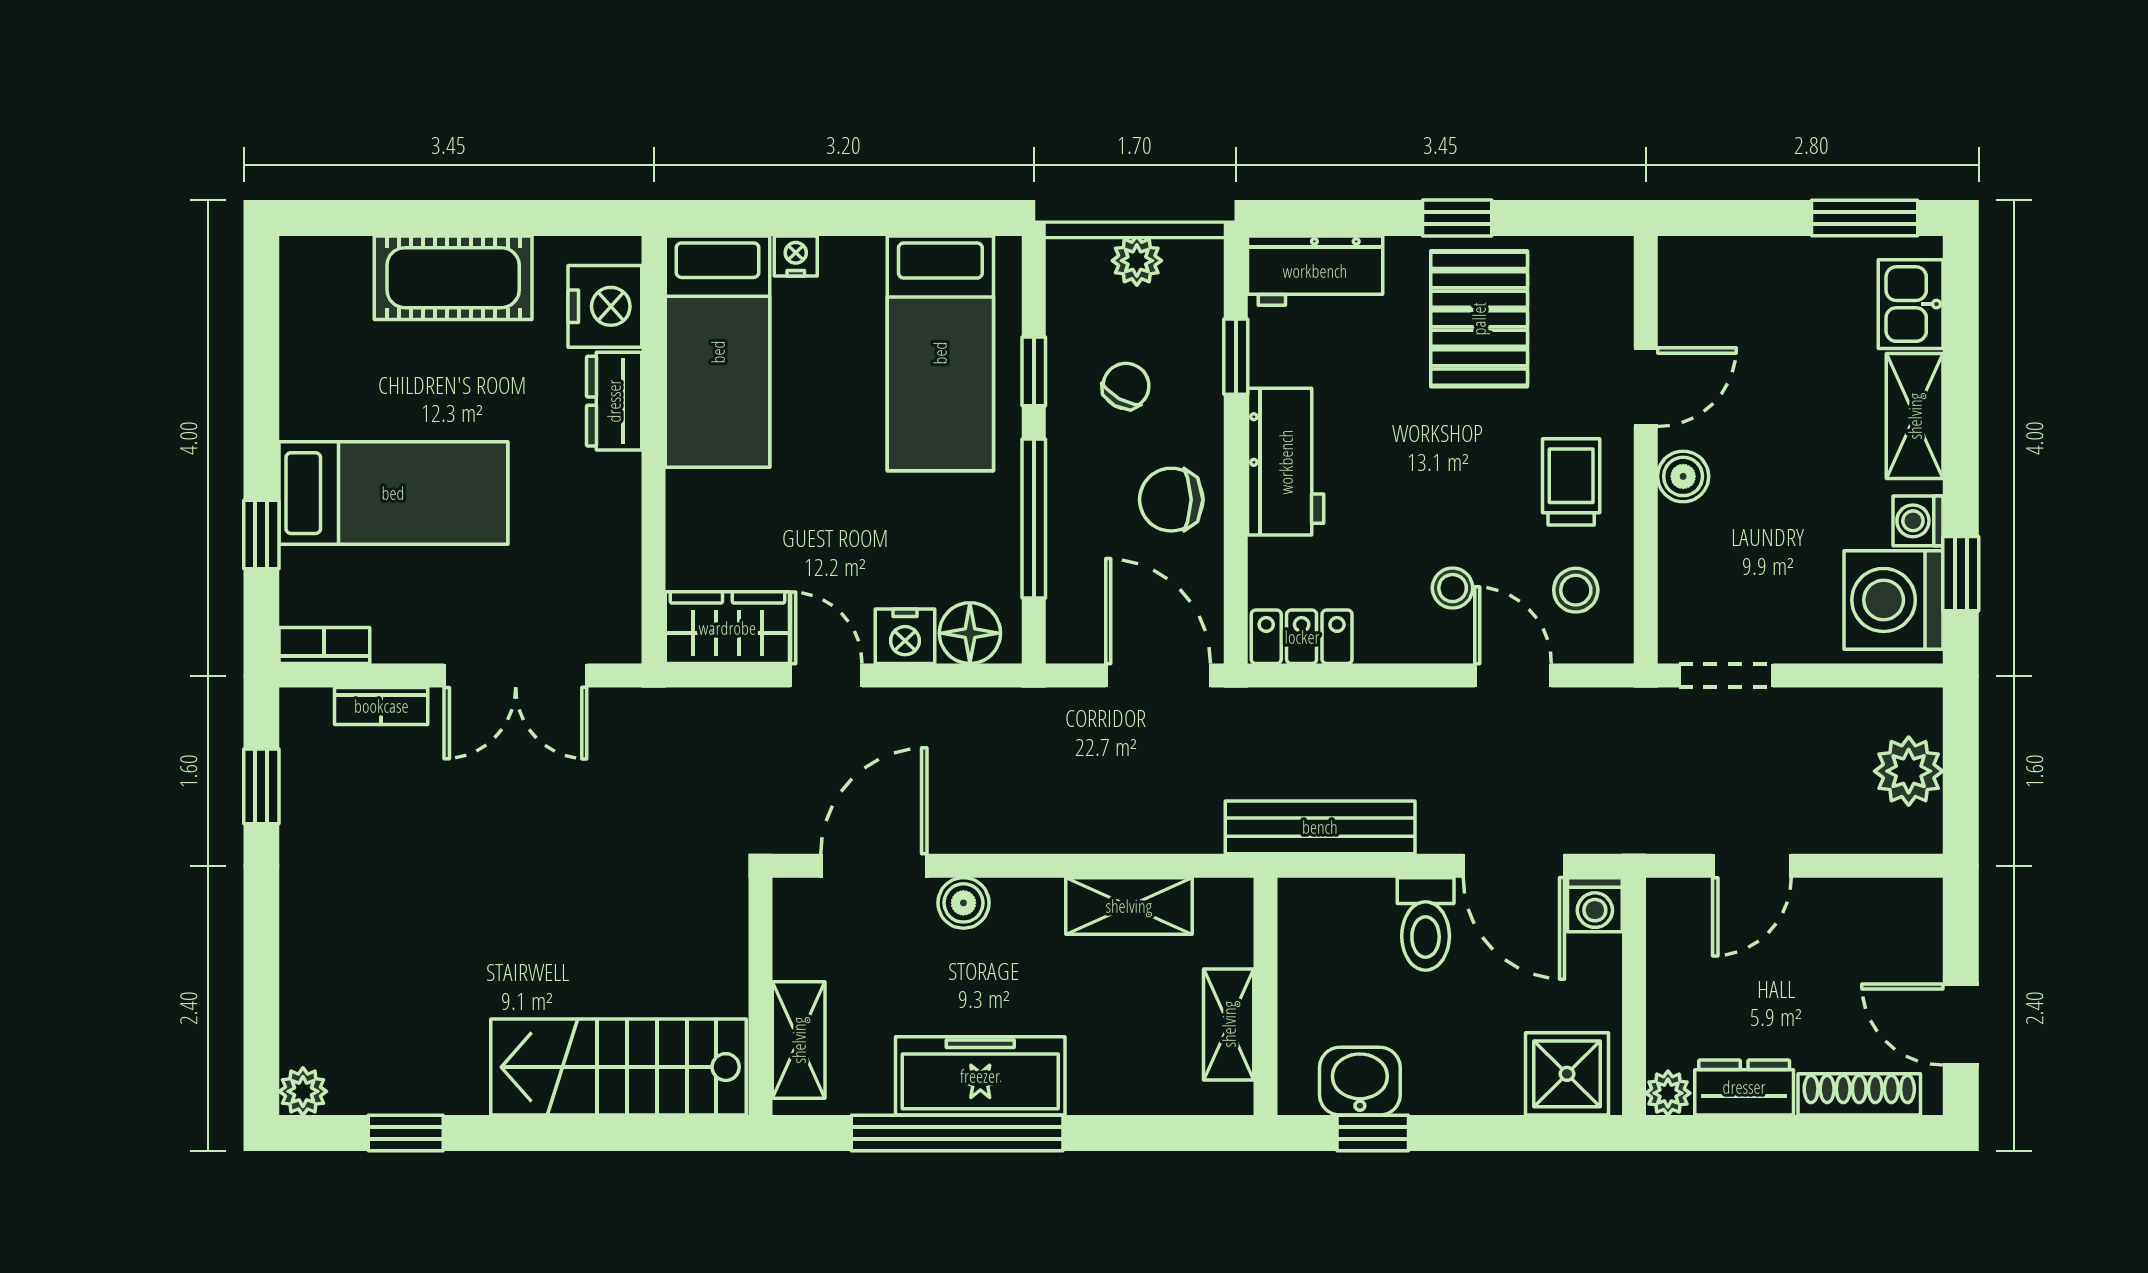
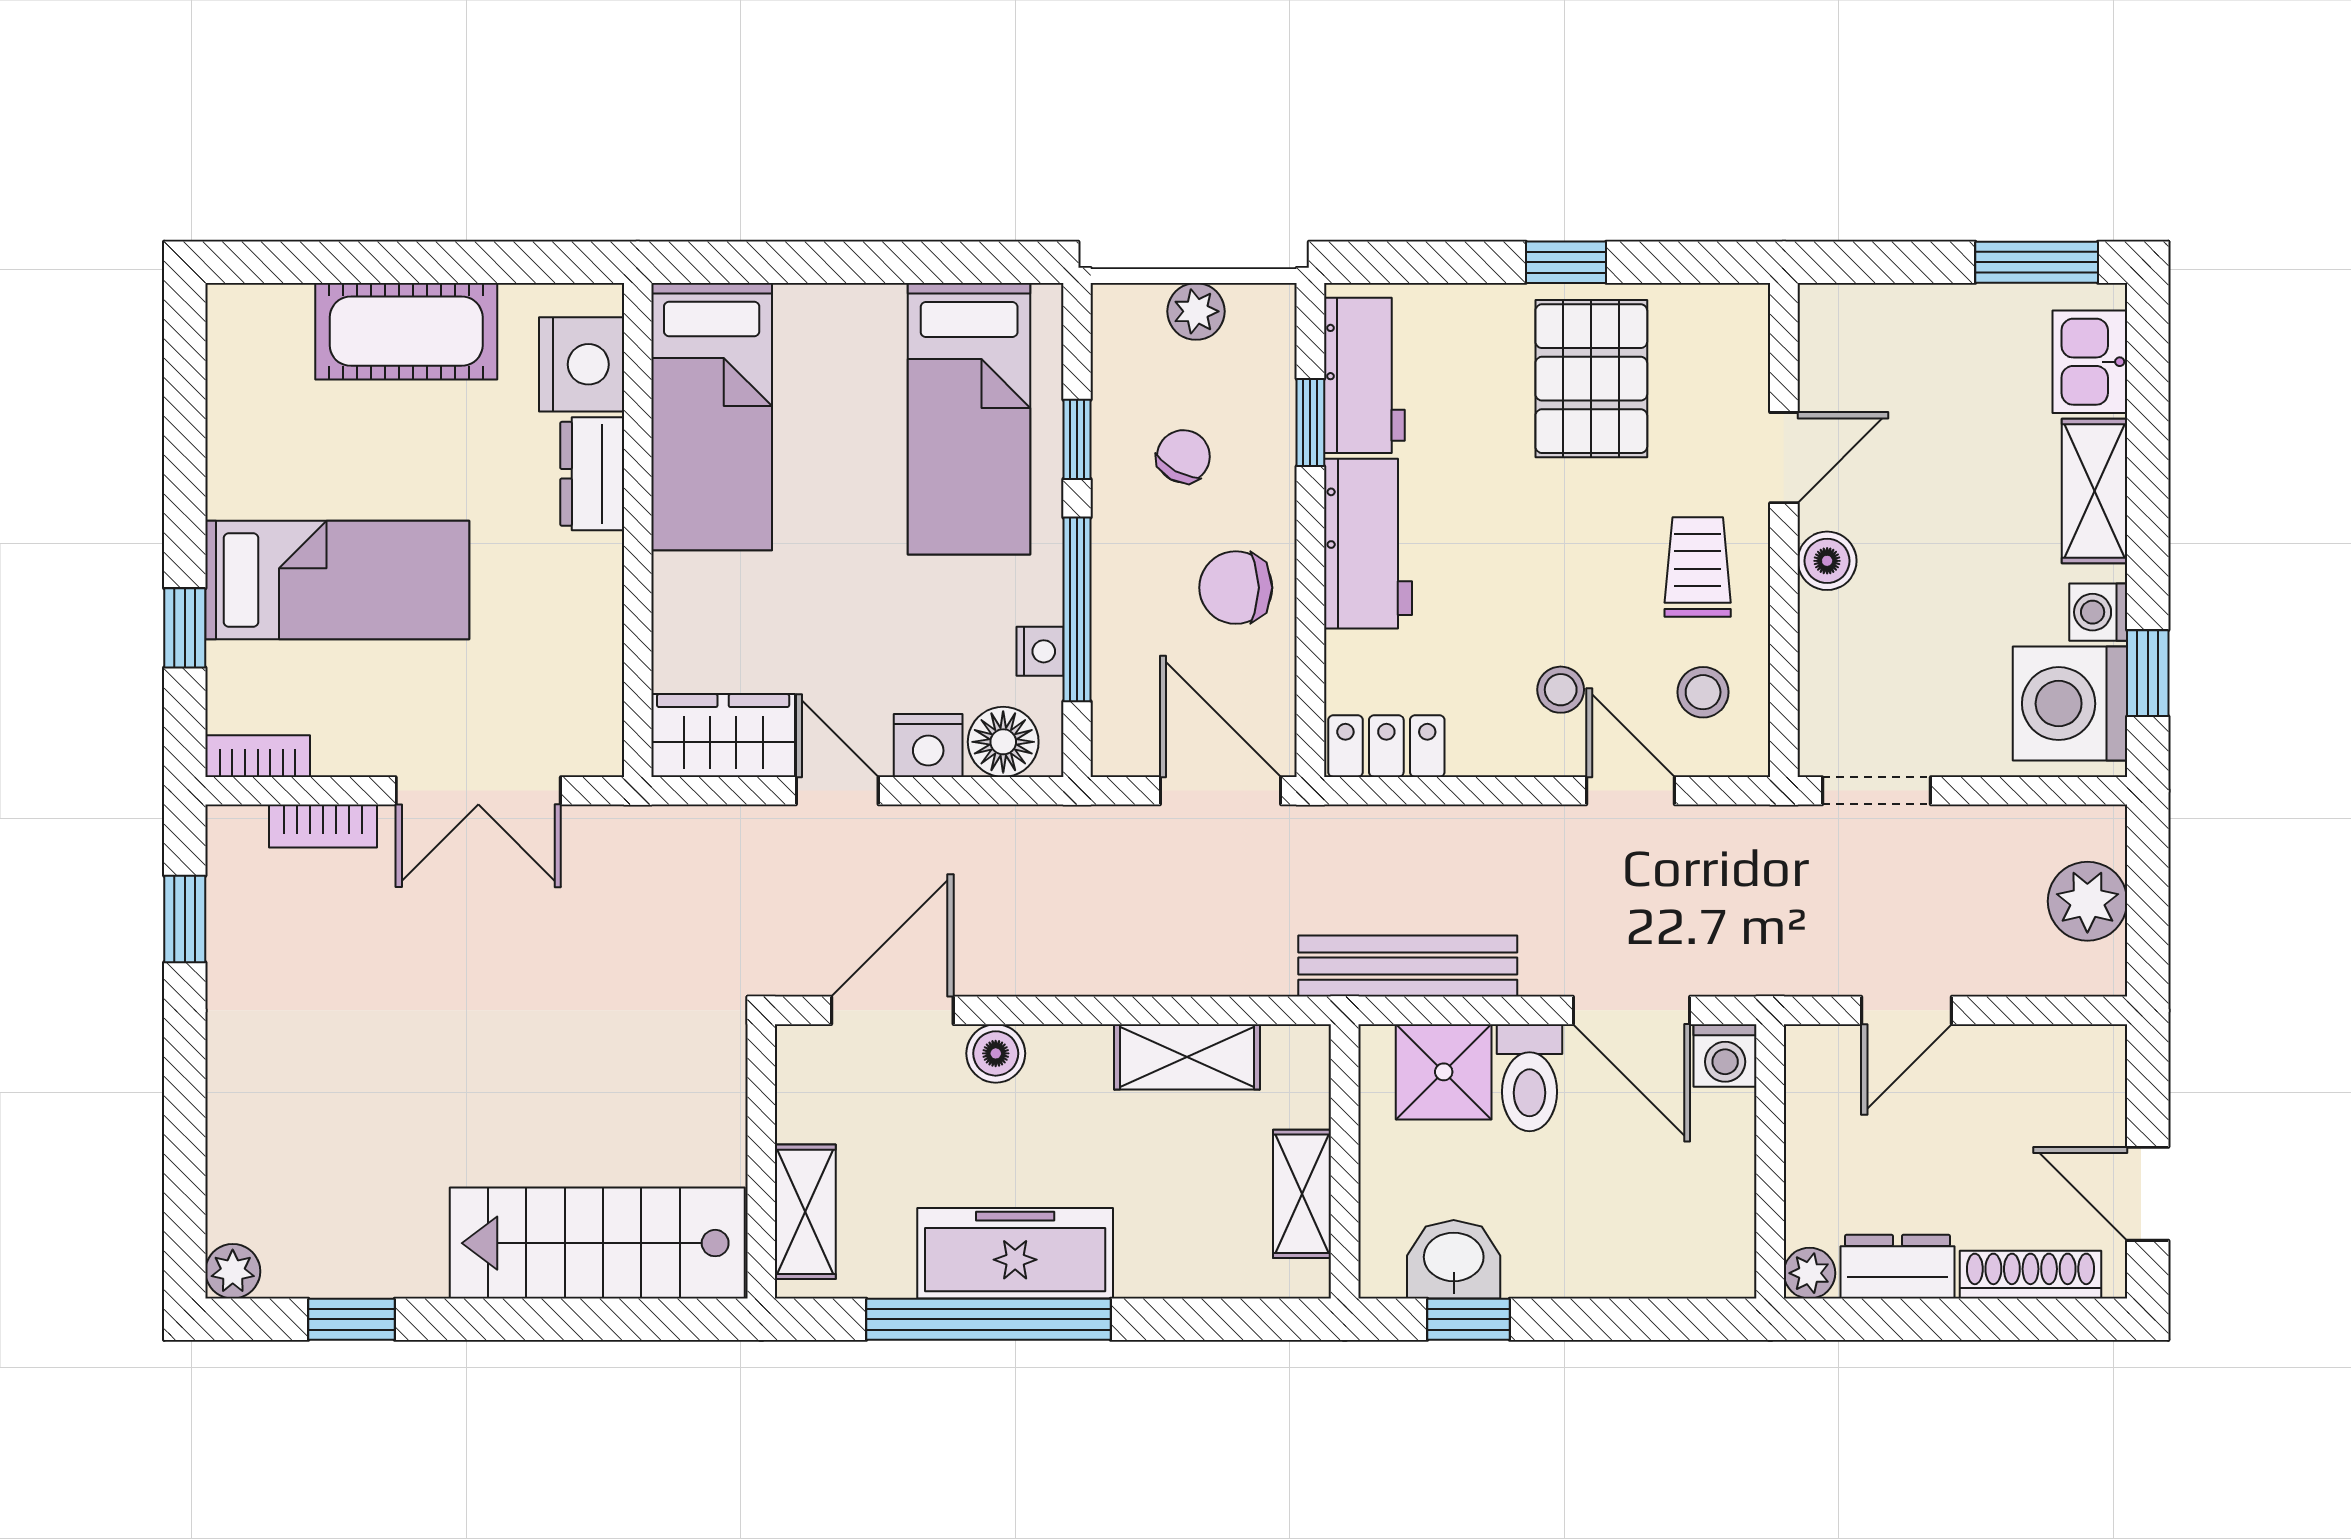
nightstand: (796, 256) -> (1040, 651), moved, turned 90
workbench: (1315, 271) -> (1364, 375), moved, turned -90
shower: (1567, 1074) -> (1444, 1072), moved

